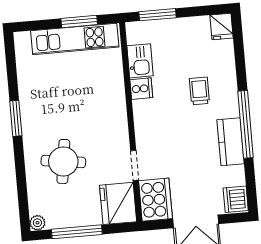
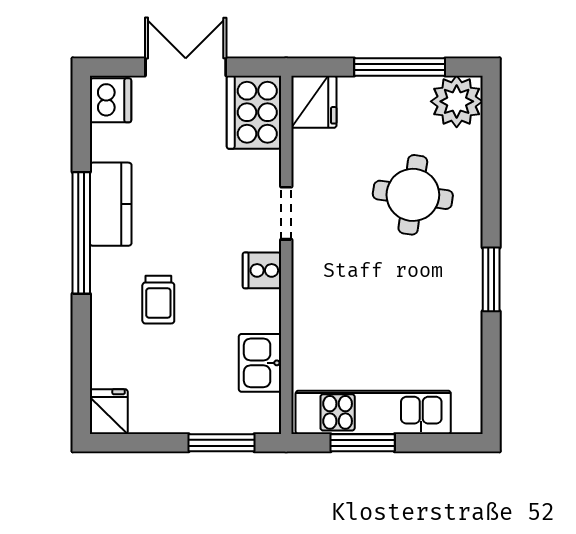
cooker: (141, 89) -> (262, 270), moved
doorway: (134, 165) -> (286, 213), moved
fridge: (118, 203) -> (314, 102), width x0.73, depth x0.75
plant: (37, 223) -> (457, 101), width x1.87, depth x1.87

